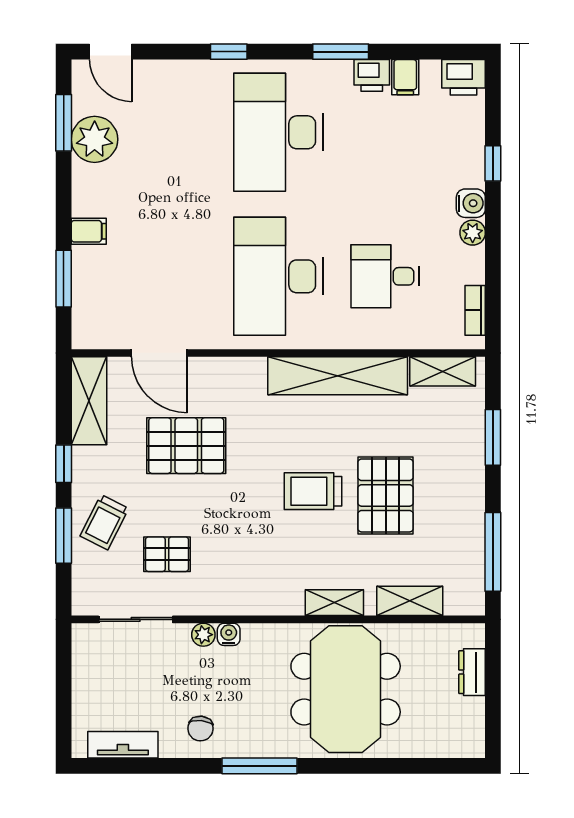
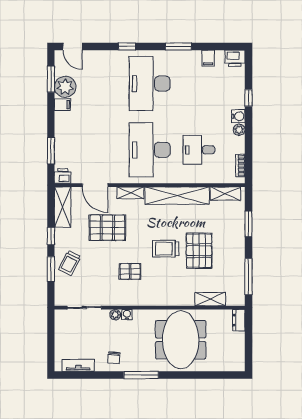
printer: (372, 75) -> (63, 176), moved, turned 180
filing cabinet: (89, 231) -> (63, 105), moved
pallet: (167, 554) -> (130, 271), moved
shelving: (334, 603) -> (130, 193), moved
dresser: (472, 672) -> (239, 320), moved

